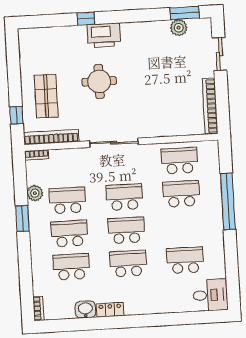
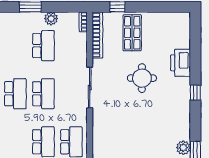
window: (86, 19) -> (195, 93), moved
printer: (104, 35) -> (181, 63), moved
shop shelf: (46, 96) -> (132, 33), turned 90
school desk: (69, 234) -> (15, 46), removed

